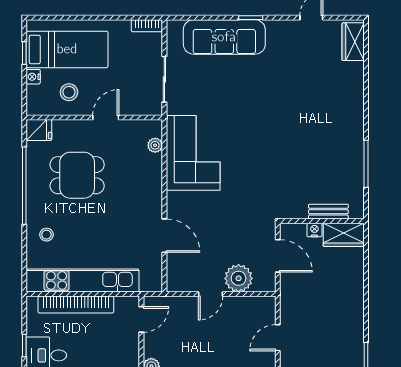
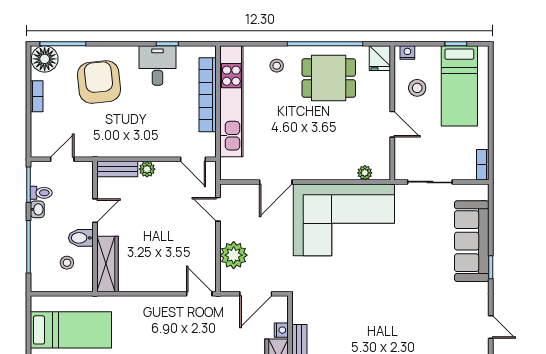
nightstand: (33, 77) -> (407, 53), moved
corner sofa: (193, 153) -> (344, 220), width x1.36, depth x1.36
dining table: (77, 175) -> (329, 78), moved, turned 90
door: (211, 294) -> (218, 209), moved
door: (278, 338) -> (199, 294), moved

